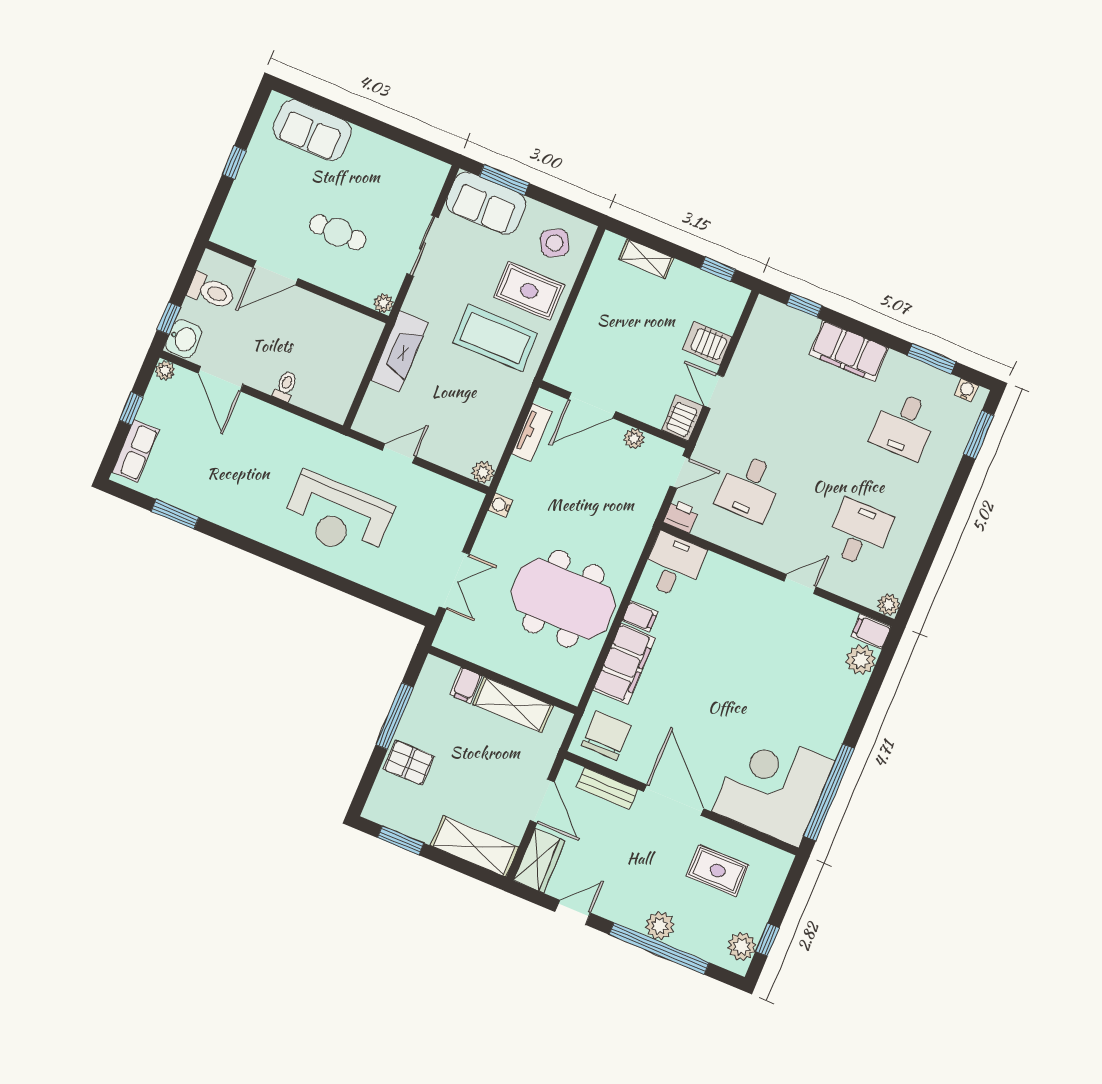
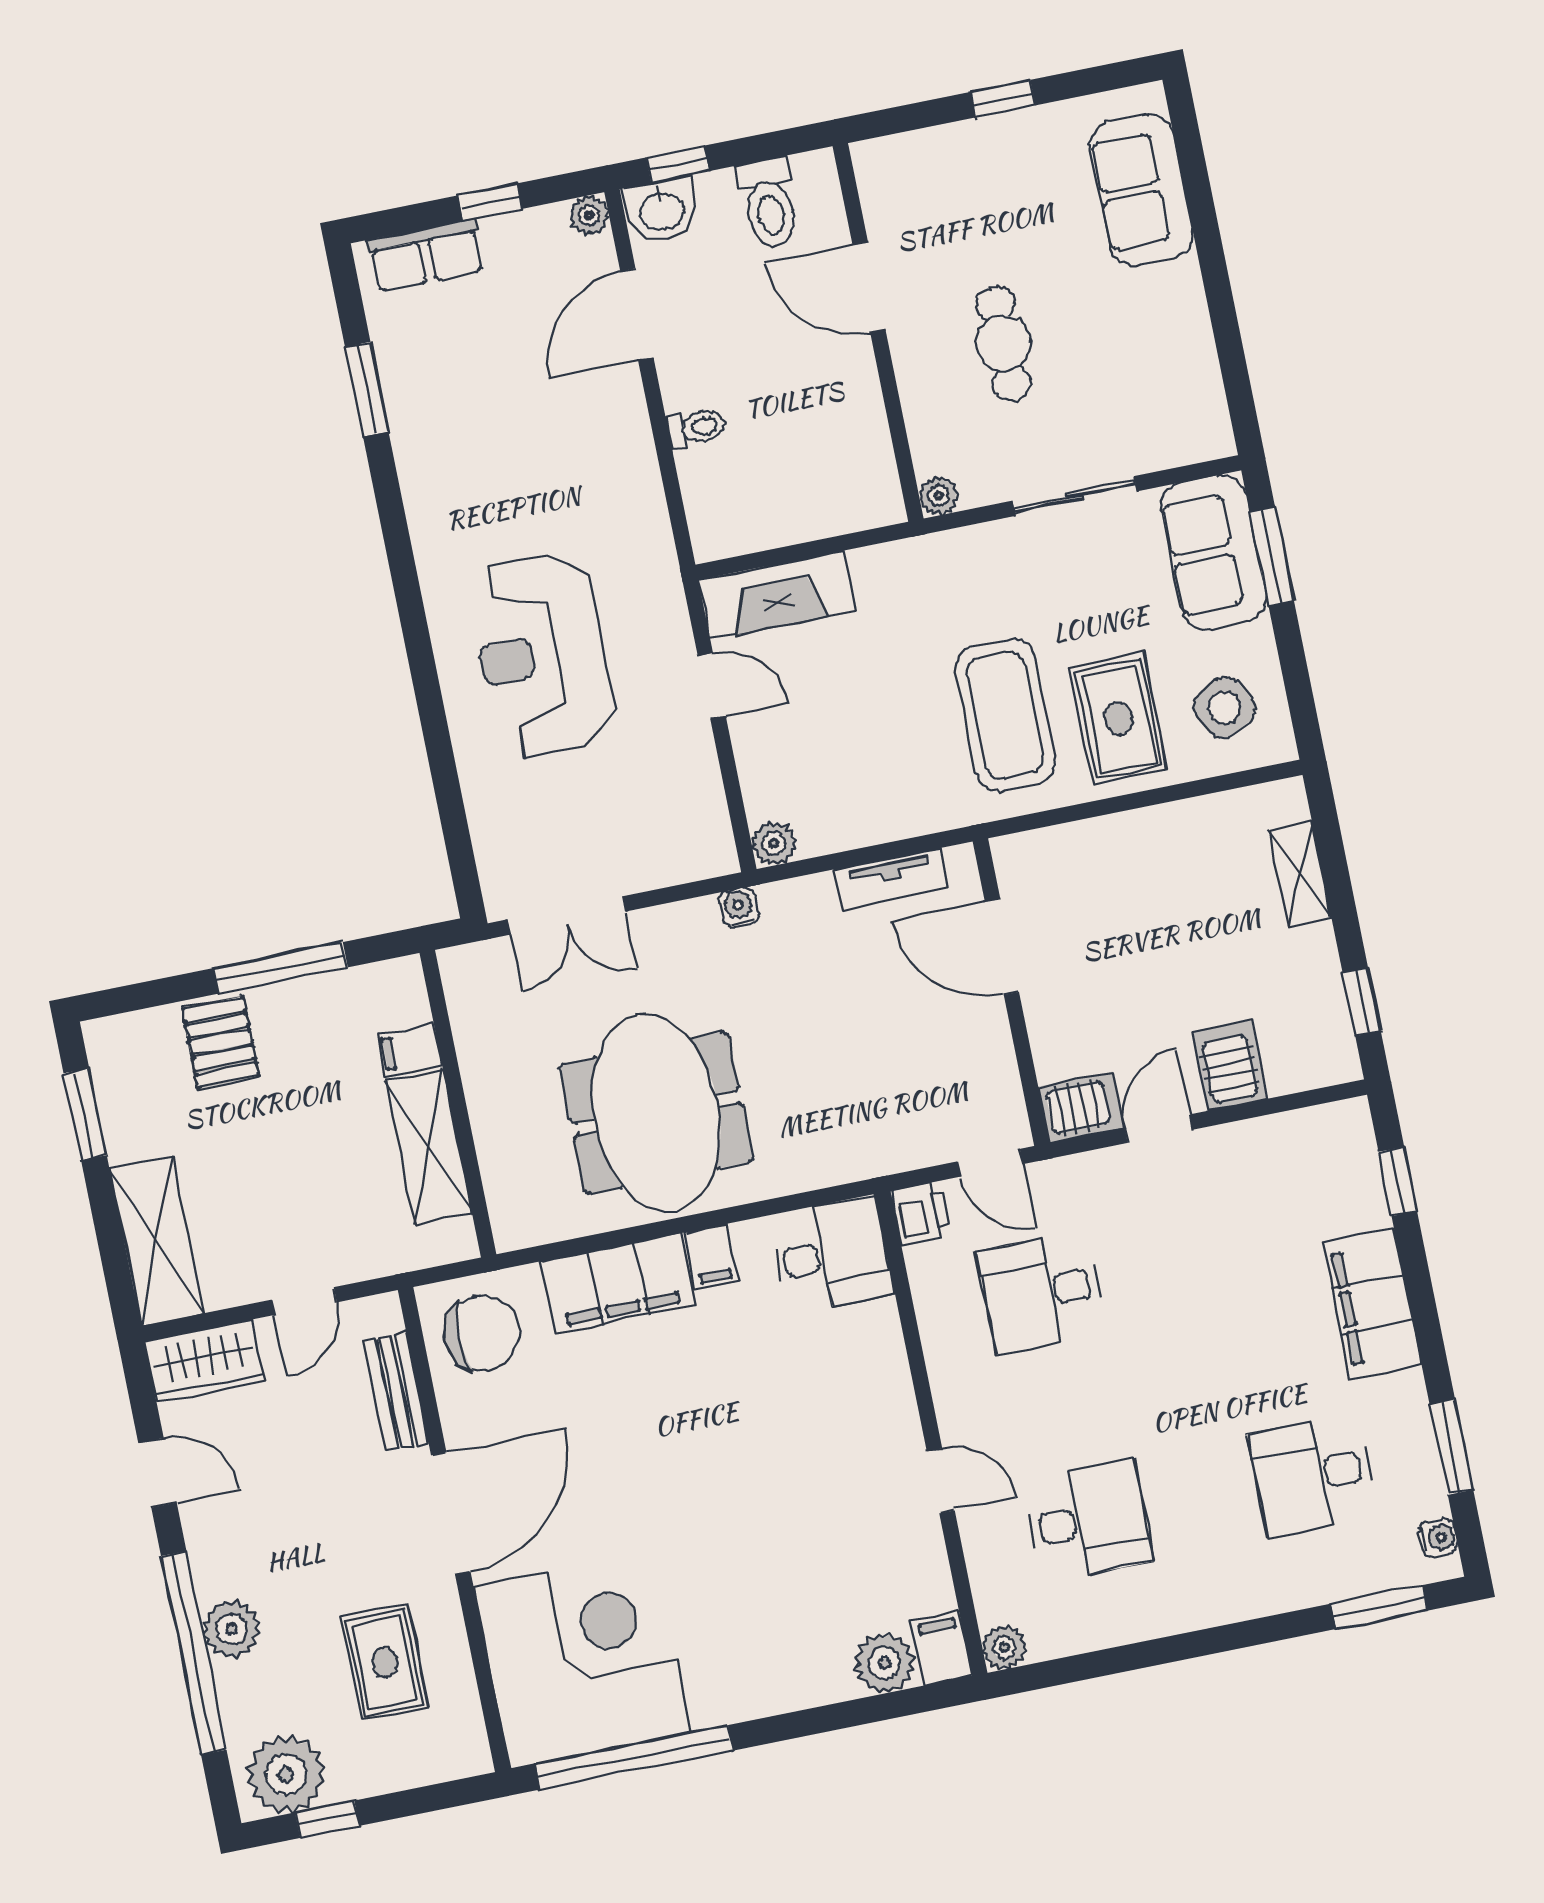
fireplace: (399, 351) -> (777, 595), moved
plant: (634, 439) -> (994, 1052), removed
door: (542, 801) -> (304, 1301), width x0.73
plant: (742, 946) -> (286, 1775), width x1.36, depth x1.36

